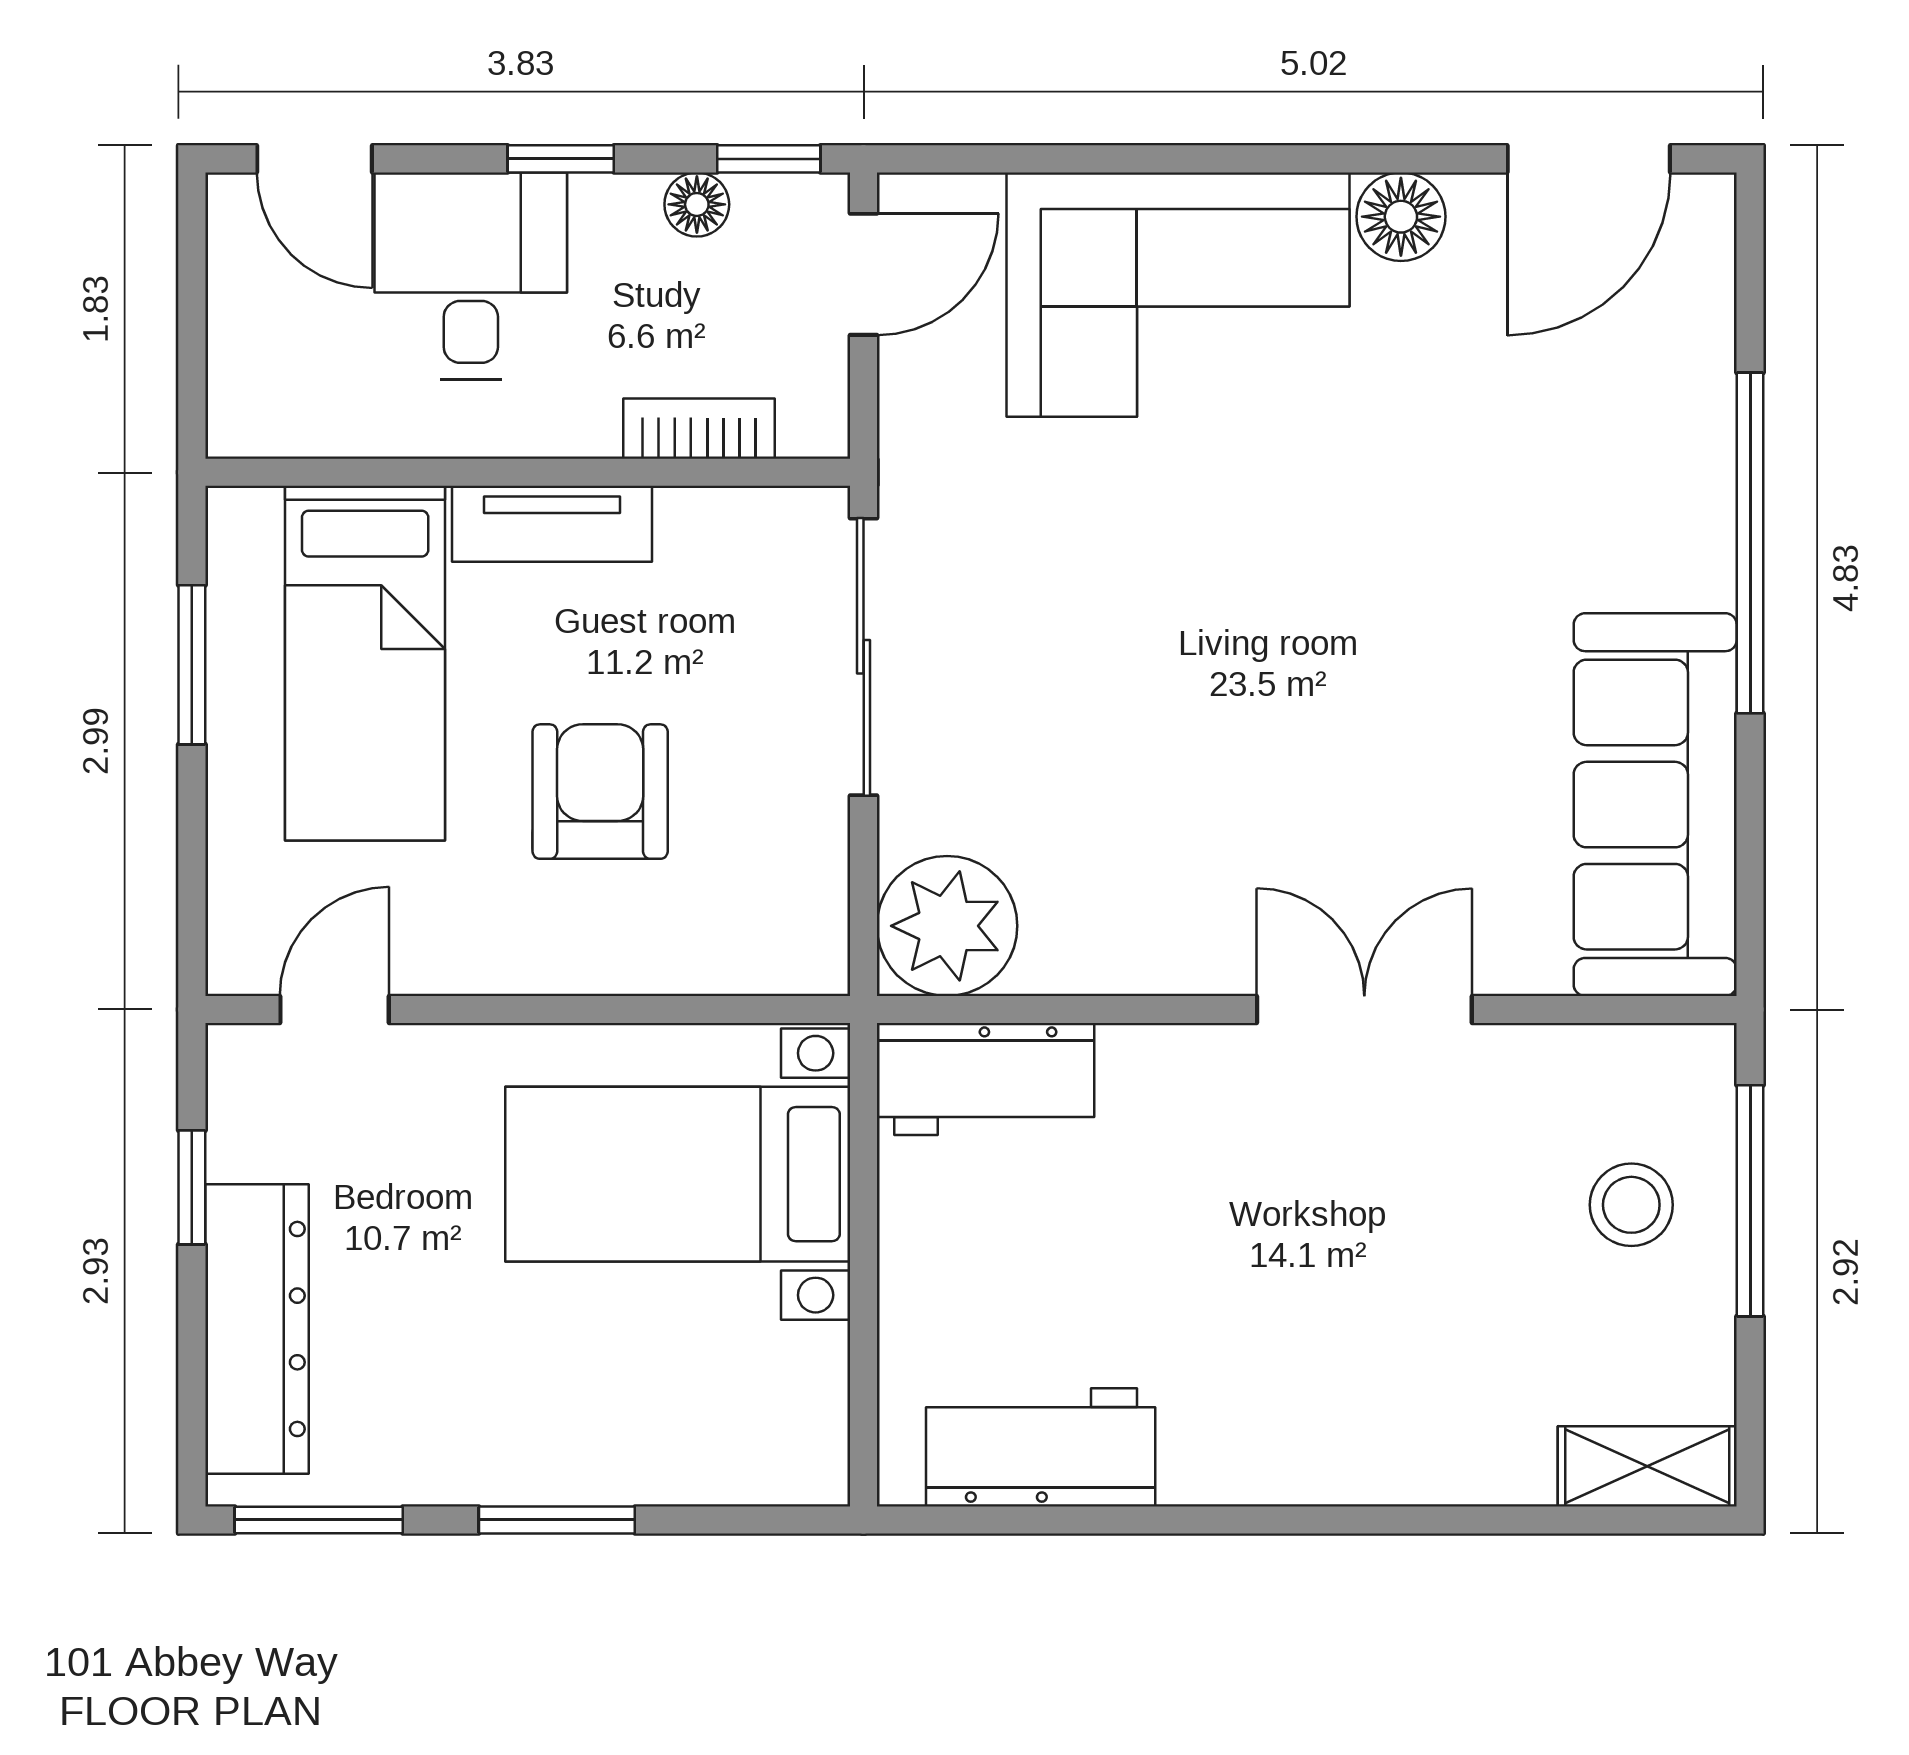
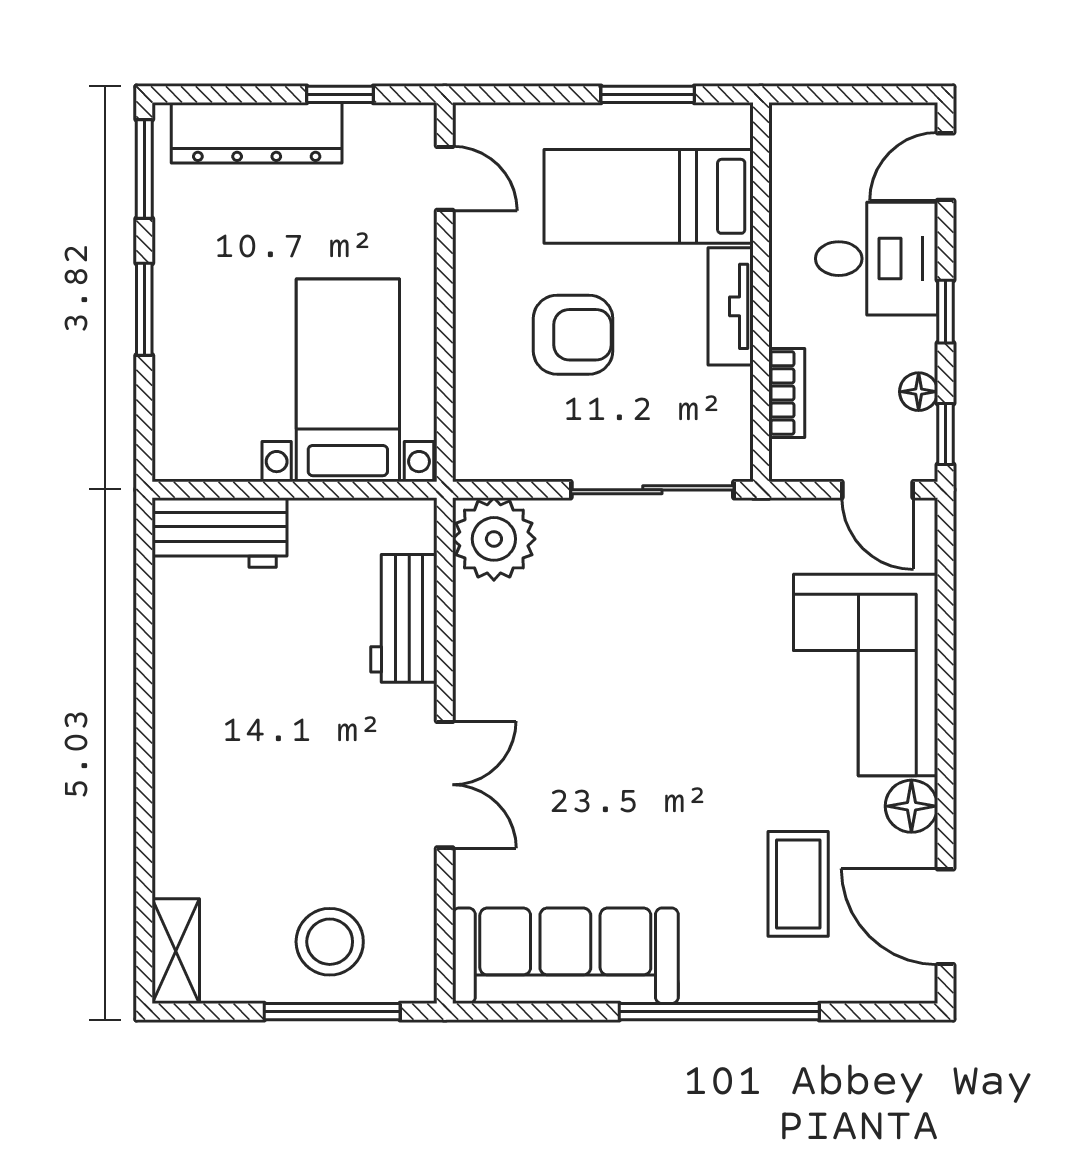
coffee table: (1533, 409) -> (798, 884), added
workbench: (986, 1079) -> (404, 618), moved
stool: (1631, 1205) -> (330, 942), width x1.38, depth x1.38
workbench: (1041, 1447) -> (220, 532), moved, turned 90

